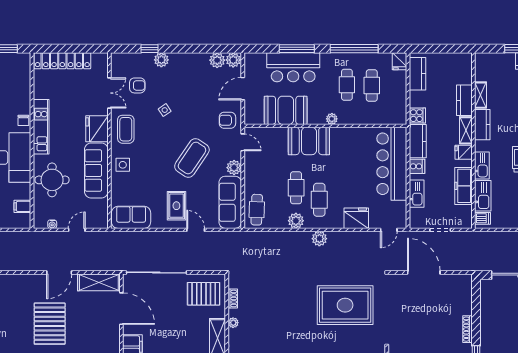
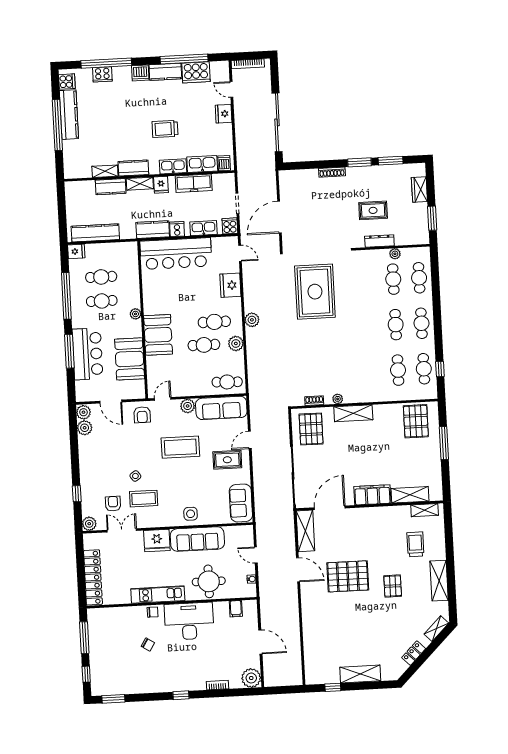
plant: (161, 60) -> (89, 524), moved
kitchen counter: (418, 74) -> (95, 233), width x1.50
cooker: (417, 116) -> (230, 226), moved
coffee table: (126, 129) -> (144, 499), moved
coffee table: (192, 158) -> (180, 447), turned -34

